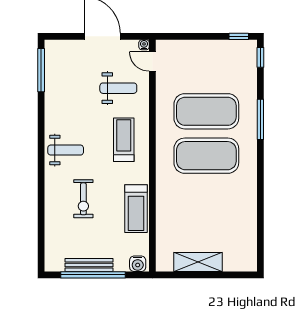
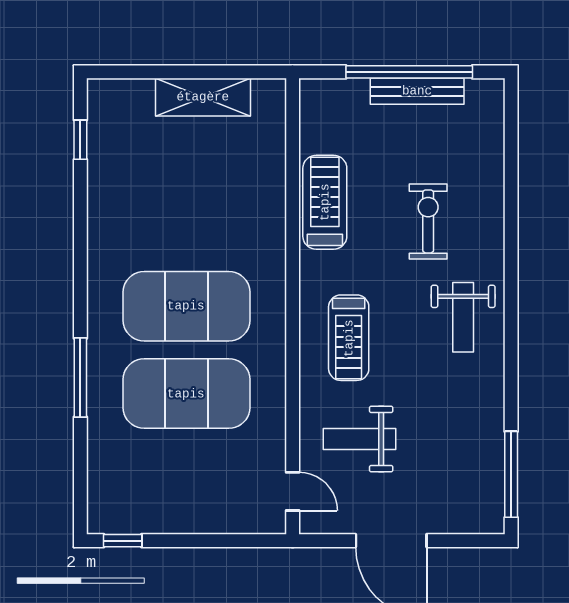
water cooler: (144, 45) -> (309, 524), removed
window: (260, 57) -> (80, 140), moved
weight bench: (66, 150) -> (463, 317), turned -90
water cooler: (138, 264) -> (321, 94), removed

